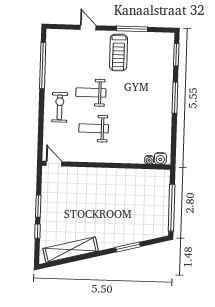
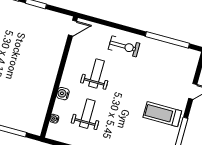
weight bench: (91, 93) -> (87, 114), moved
water cooler: (160, 158) -> (63, 94), moved

